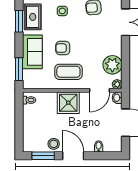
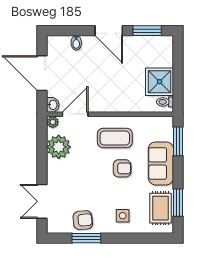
shower: (68, 103) -> (160, 82), moved
stool: (54, 144) -> (134, 46), removed

